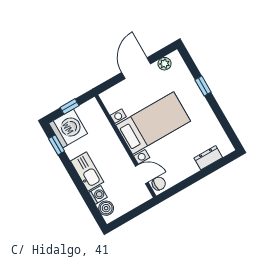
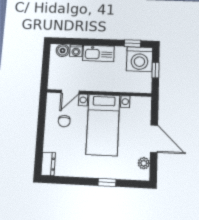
dresser: (208, 158) -> (48, 164), moved
chair: (159, 184) -> (64, 121), moved

